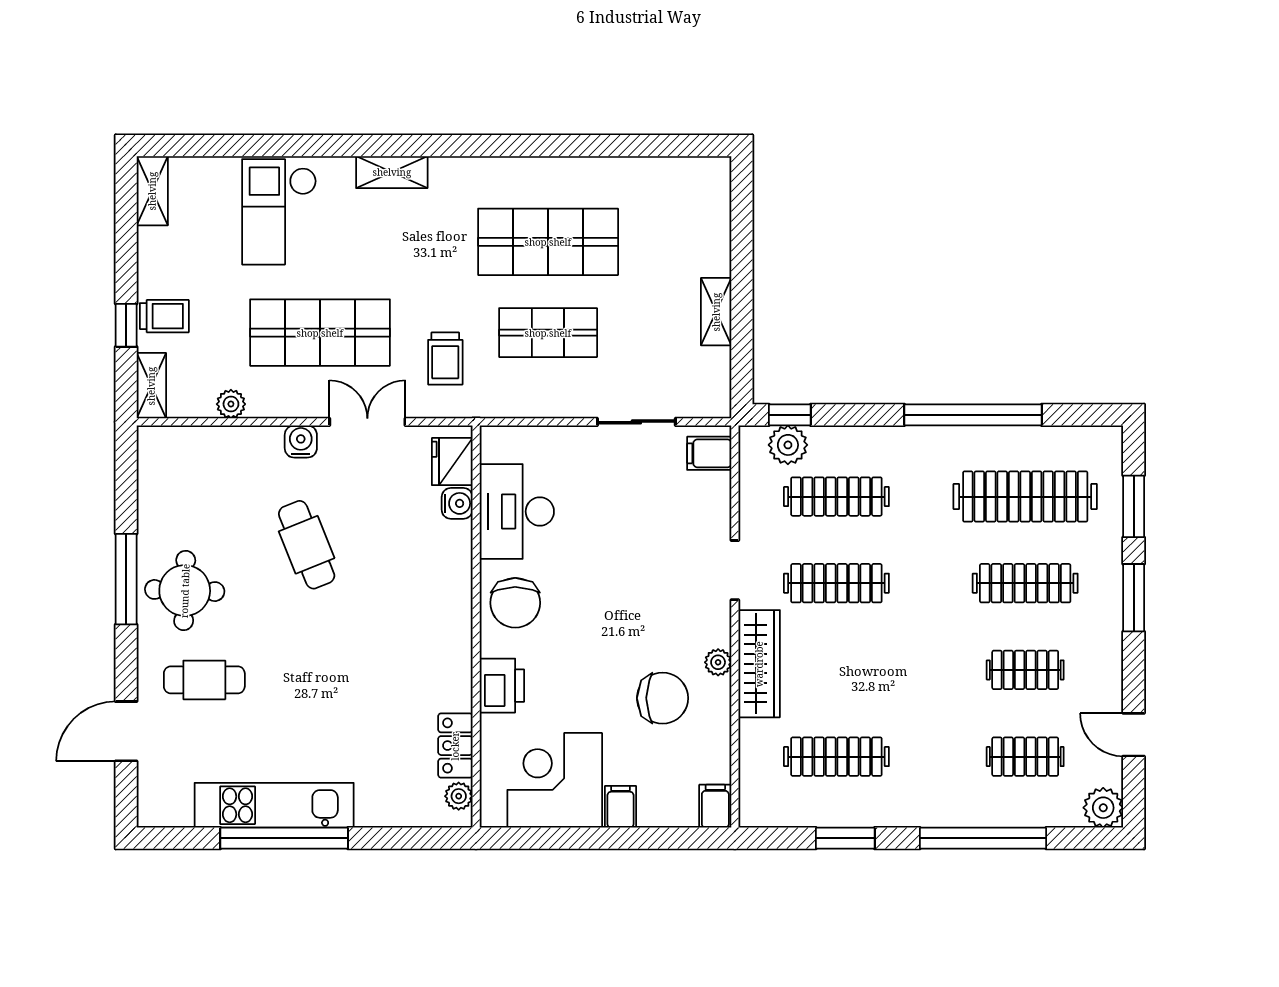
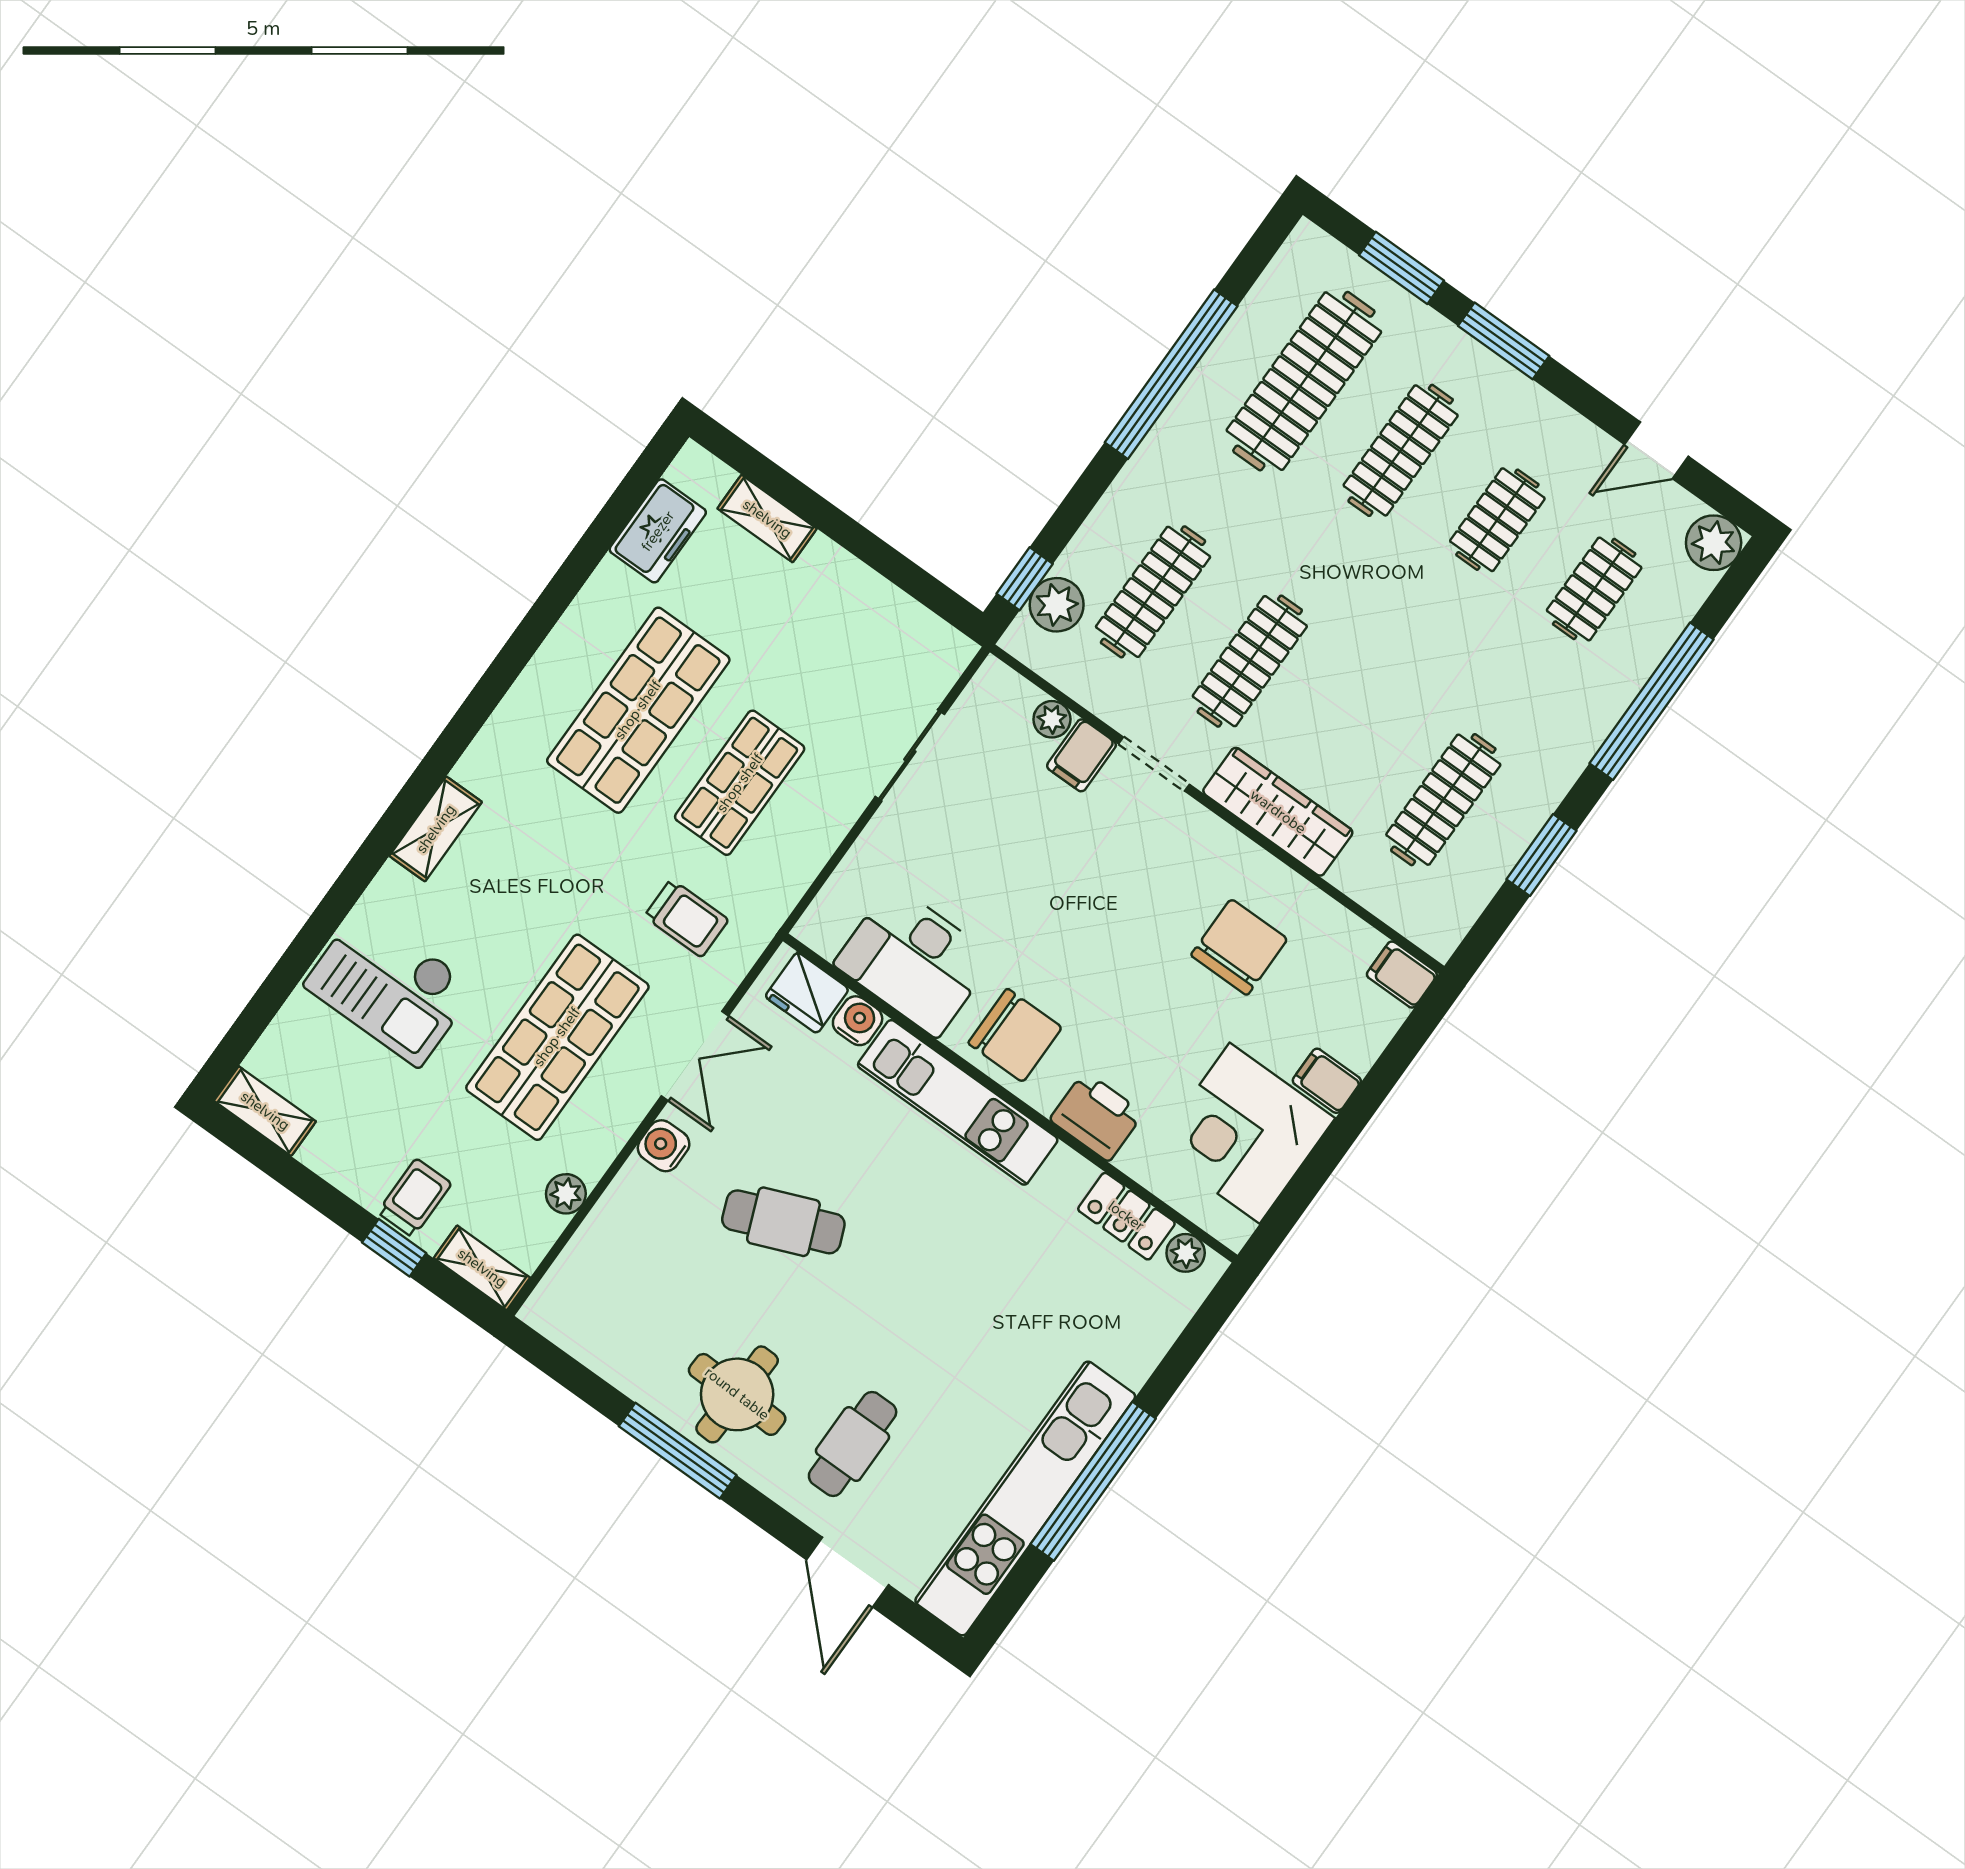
freezer: (663, 177) -> (658, 531), added
shelving: (716, 312) -> (767, 519), moved
double door: (367, 422) -> (695, 1056), swing flipped
filing cabinet: (709, 453) -> (1081, 755), moved
kitchen unit: (451, 597) -> (958, 1102), added
plant: (718, 662) -> (1052, 719), moved
kitchen unit: (274, 805) -> (1025, 1499), width x1.36

